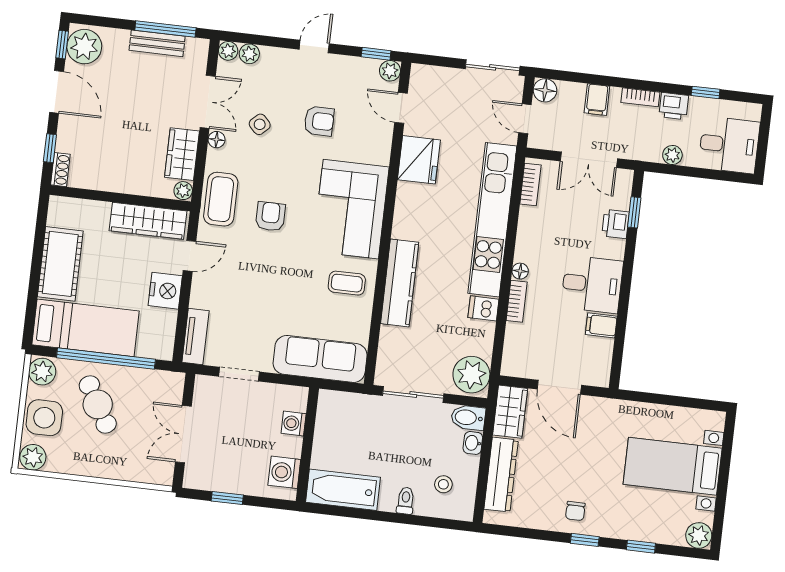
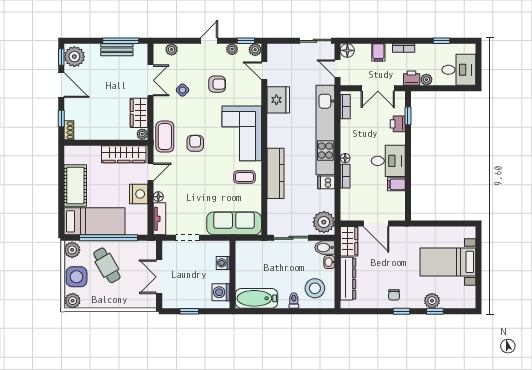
plant: (228, 51) -> (232, 49), moved
printer: (674, 106) -> (412, 78), moved, turned 180
floor lamp: (217, 140) -> (158, 197), moved
stool: (443, 484) -> (315, 288), width x1.89, depth x1.89
plant: (699, 535) -> (432, 301), moved

